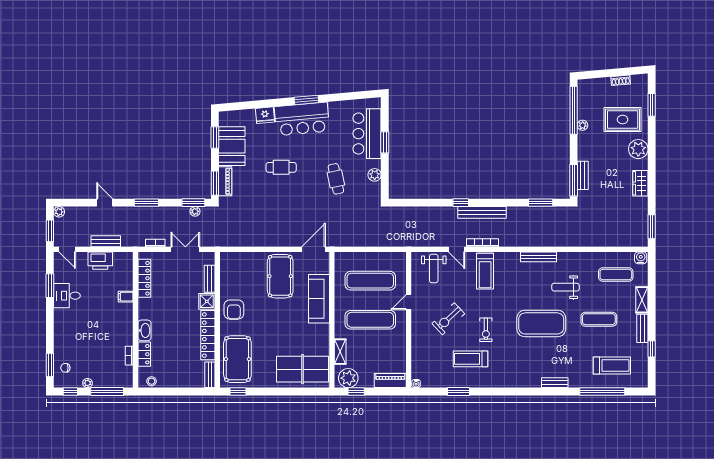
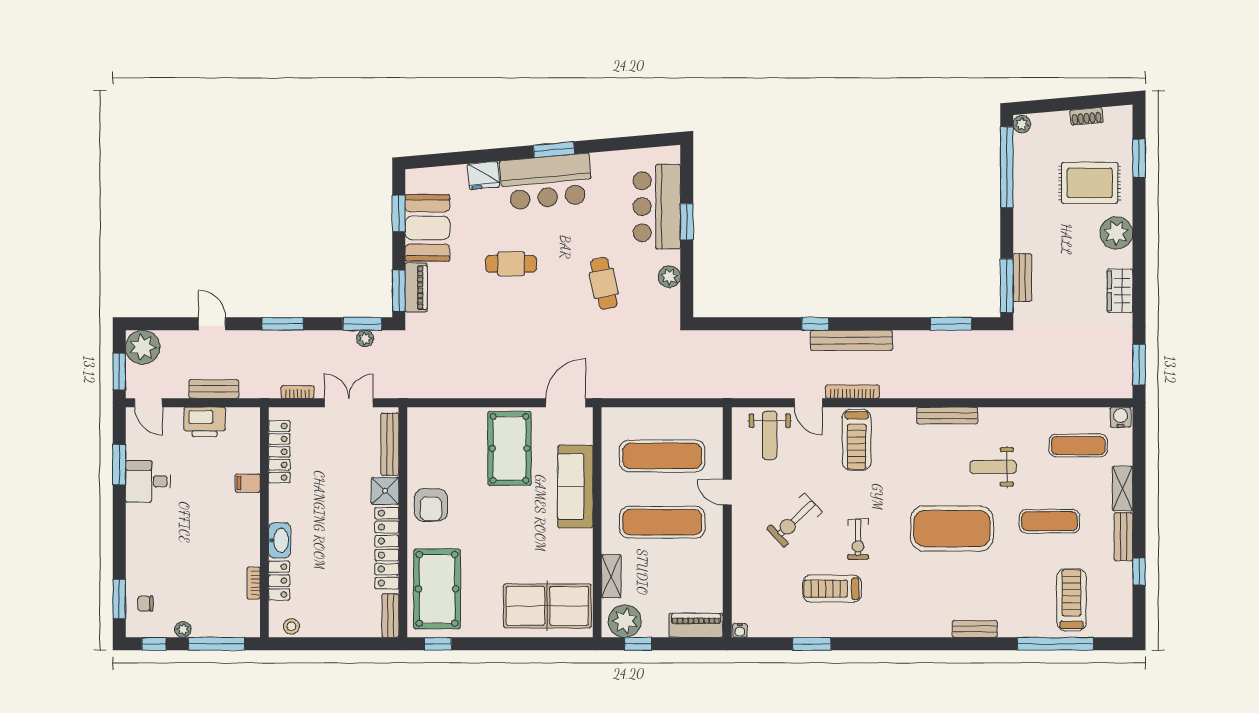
plant: (583, 125) -> (1022, 124), moved
plant: (59, 212) -> (143, 347), width x1.87, depth x1.87
bench: (210, 279) -> (390, 444), width x1.36
door: (409, 302) -> (727, 492), hinge flipped
treadmill: (612, 366) -> (1072, 600), turned -90

